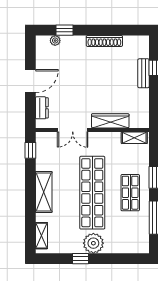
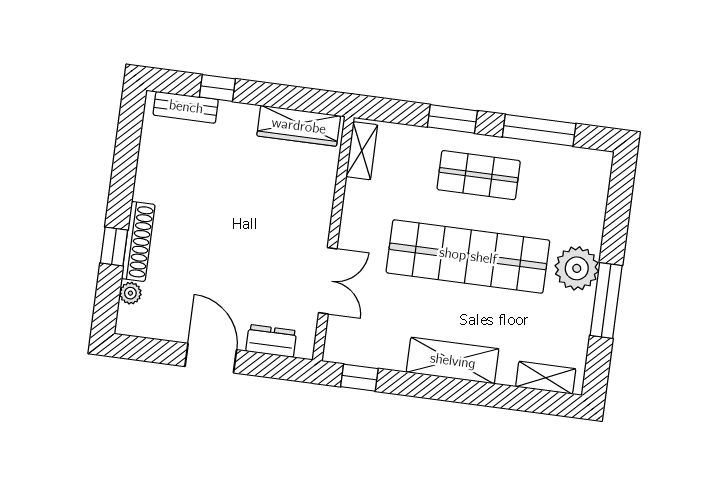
window: (65, 30) -> (114, 247), moved
shoe rack: (104, 41) -> (138, 241), moved
bench: (144, 73) -> (186, 107), moved
wardrobe: (110, 121) -> (299, 126), moved, turned -90
window: (80, 259) -> (606, 300), width x2.17

